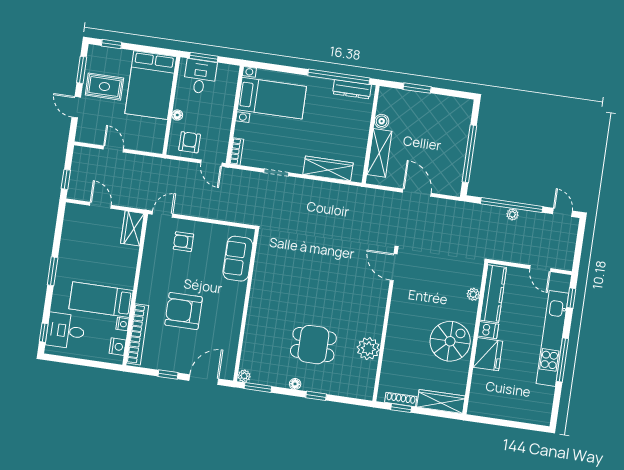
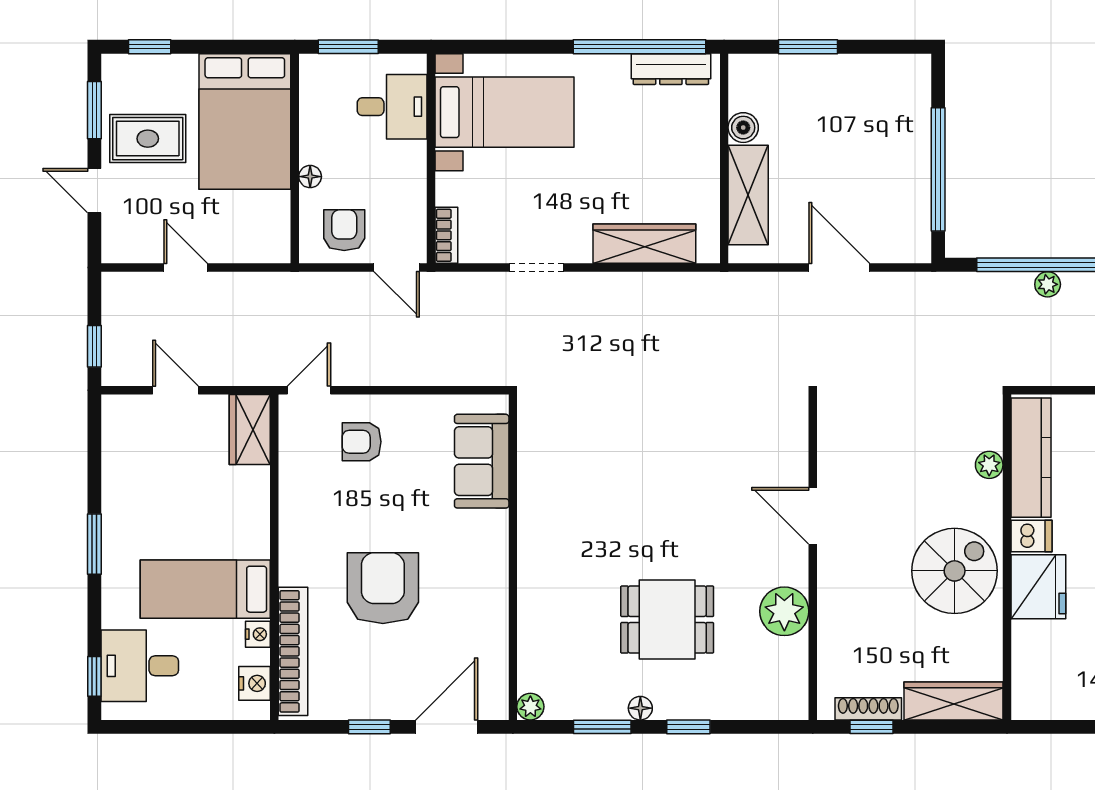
desk: (200, 77) -> (392, 107), moved, turned 90
door: (394, 267) -> (813, 516), moved
armchair: (184, 311) -> (383, 588), turned 90
window: (258, 387) -> (602, 727), moved

